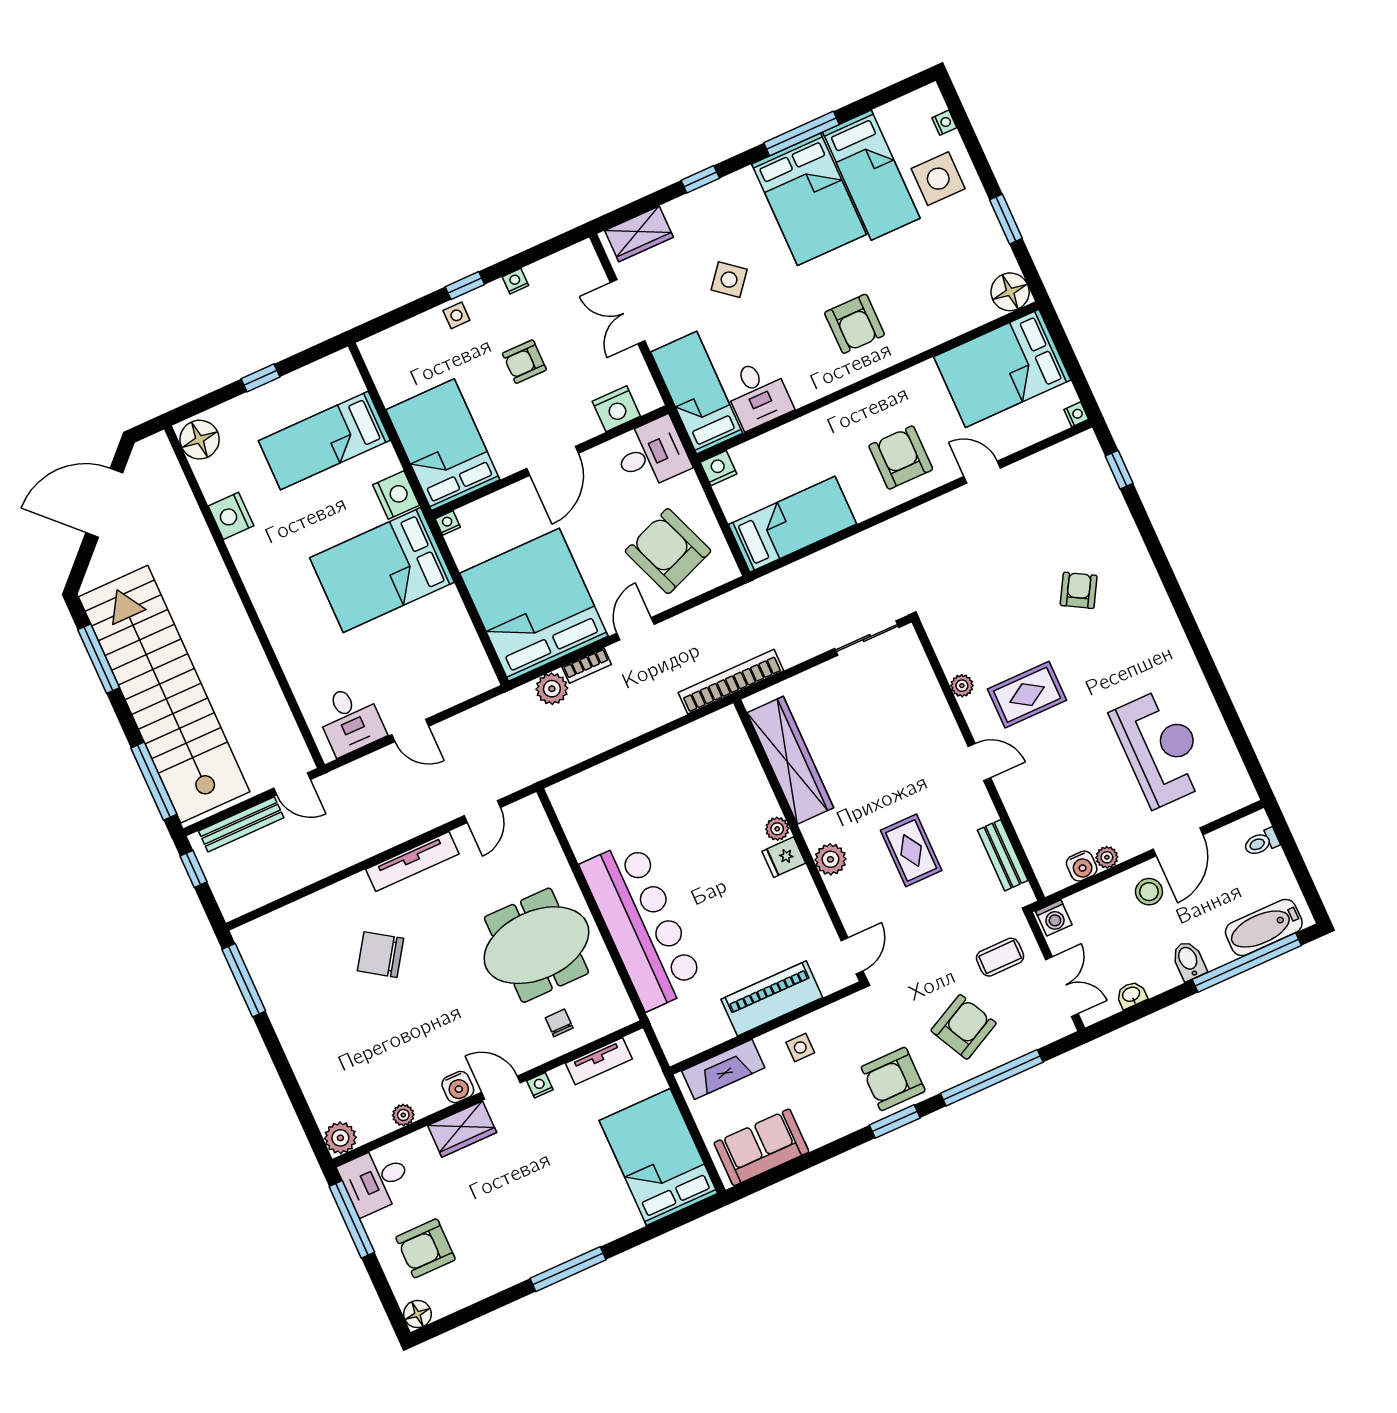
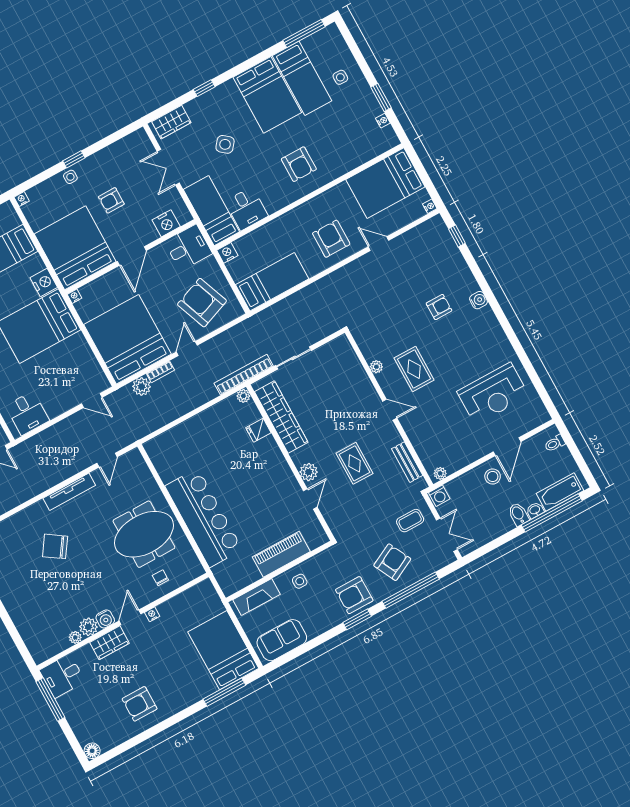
nightstand: (944, 123) -> (383, 121), moved
window: (802, 134) -> (304, 33), moved
side table: (938, 179) -> (340, 77), width x0.54, depth x0.54
nightstand: (515, 281) -> (22, 199), moved
floor lamp: (1010, 292) -> (387, 139), removed
bed: (443, 445) -> (75, 248), width x1.36
armchair: (1079, 590) -> (439, 307), turned 60
sliding door: (867, 638) -> (294, 358), moved
rug: (1027, 695) -> (414, 369), turned 90
door: (410, 730) -> (92, 401), moved
reception desk: (1161, 748) -> (493, 394), turned 90
plant: (777, 829) -> (243, 396), moved
fridge: (784, 857) -> (258, 430), moved
plant: (1107, 857) -> (440, 473), moved
water cooler: (1082, 866) -> (479, 300), moved, turned -90
door: (852, 956) -> (310, 499), moved
washbasin: (1131, 995) -> (535, 510), moved
tv unit: (599, 1061) -> (185, 598), removed
door: (501, 1088) -> (130, 617), hinge flipped
plant: (340, 1138) -> (88, 627), moved
armchair: (426, 1248) -> (140, 704), moved
window: (568, 1269) -> (224, 692), moved

